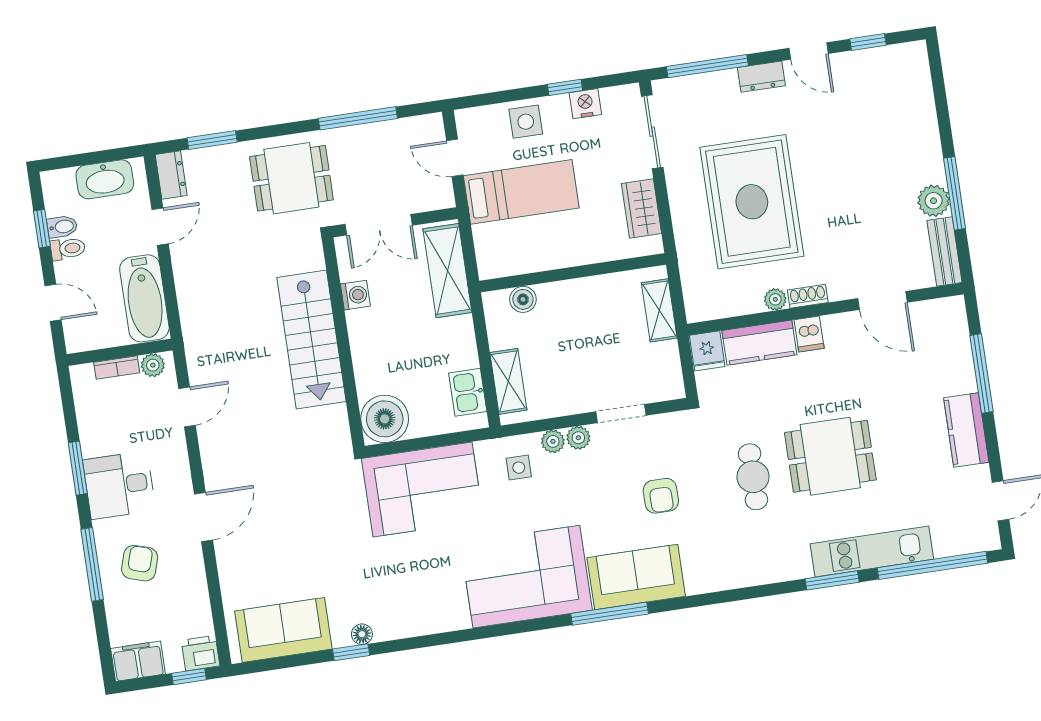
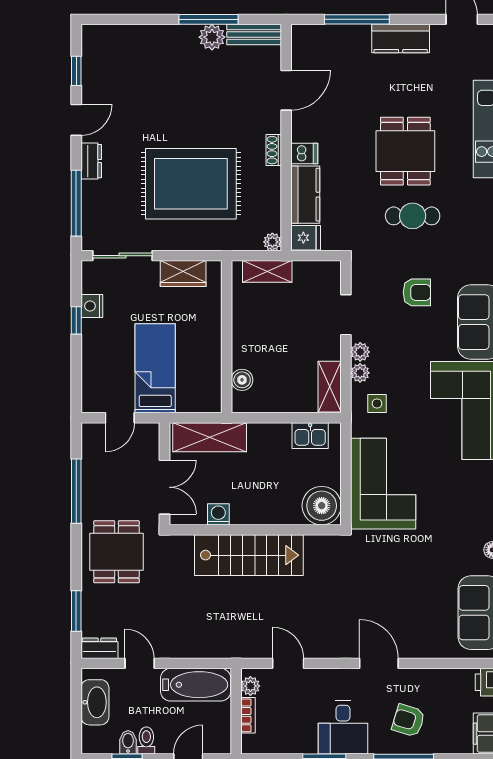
side table: (526, 122) -> (99, 356), removed
plant: (775, 299) -> (272, 242), moved
shelving: (508, 381) -> (330, 387), moved, turned 90

